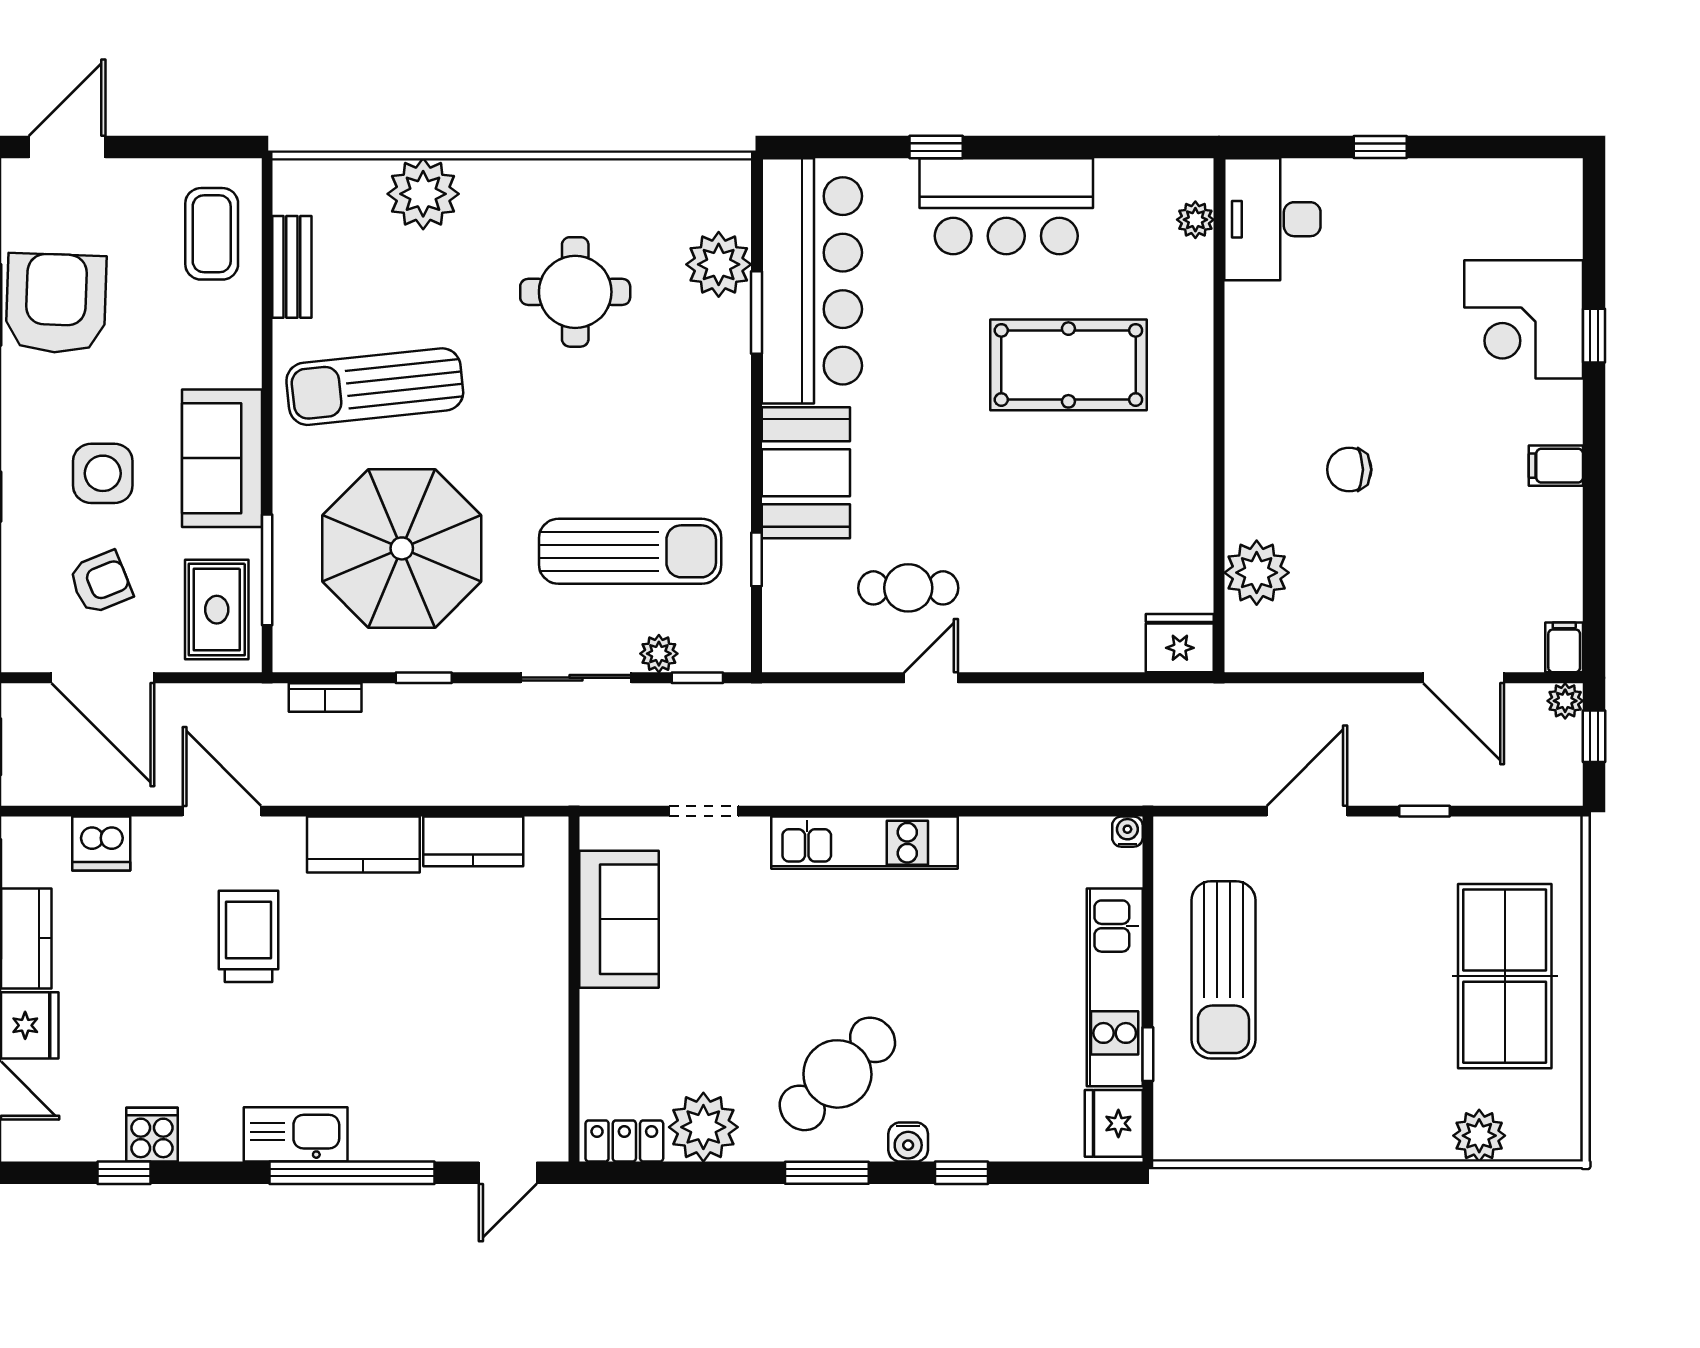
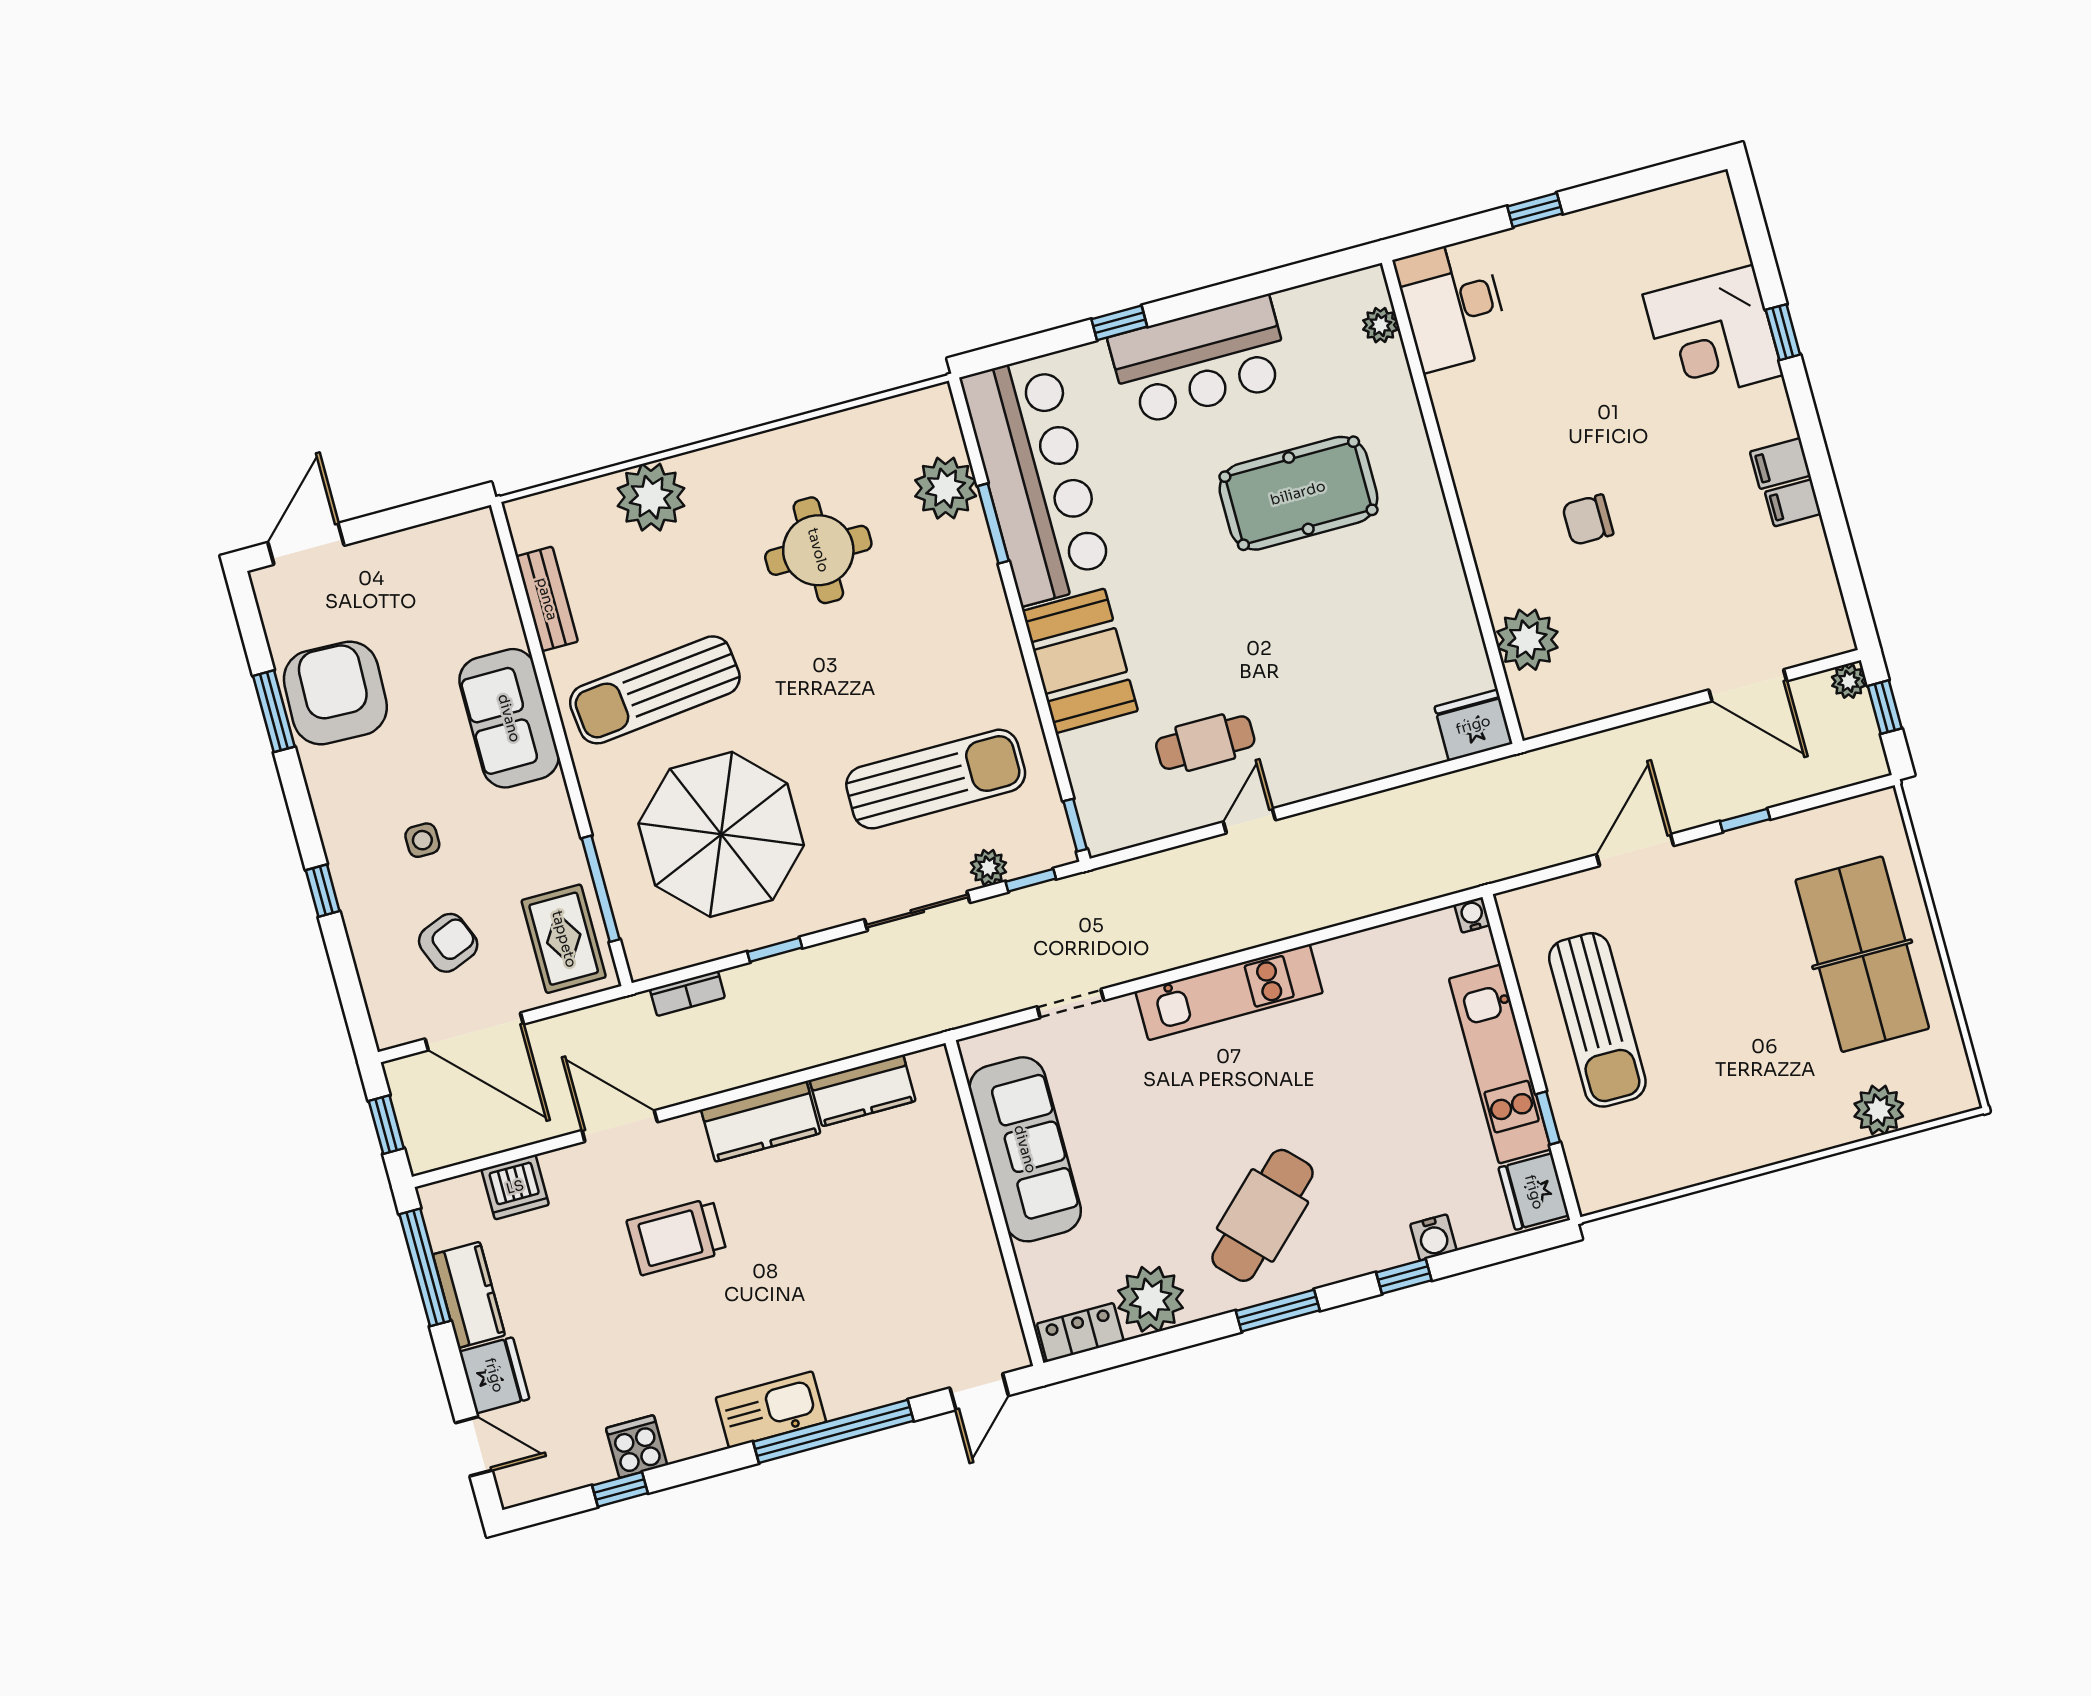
coffee table: (212, 234) -> (463, 588), removed
sofa: (222, 458) -> (509, 718), moved
side table: (103, 473) -> (422, 840), width x0.54, depth x0.54
window: (756, 559) -> (1075, 825), moved
filing cabinet: (1564, 647) -> (1793, 503), moved, turned -90
sofa: (619, 919) -> (1025, 1149), width x1.36
trolley: (249, 936) -> (676, 1237), turned -90
water cooler: (908, 1142) -> (1433, 1237), moved

